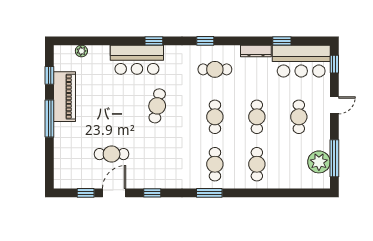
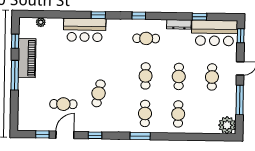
cafe table: (157, 106) -> (99, 93), moved
window: (334, 158) -> (240, 100), moved
plant: (319, 162) -> (227, 125), moved

